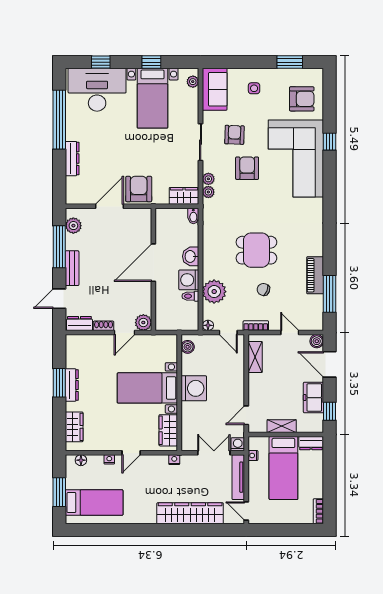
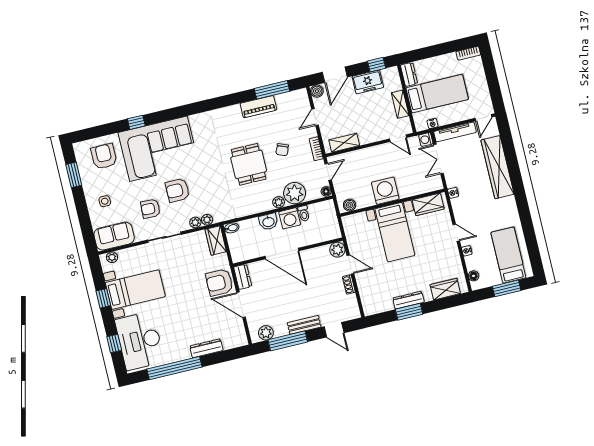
plant: (209, 272) -> (279, 202), added
dresser: (79, 324) -> (243, 277), moved, turned 180

